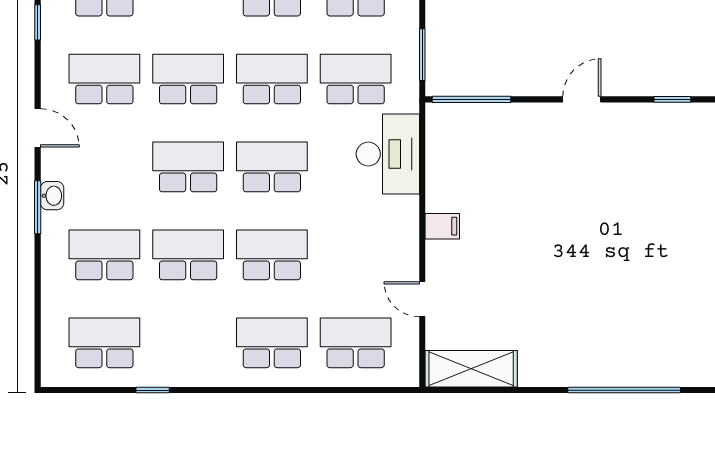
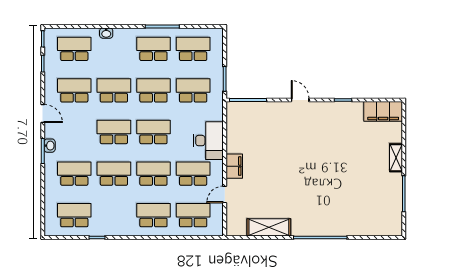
door: (582, 99) -> (300, 100), hinge flipped
desk: (388, 154) -> (208, 141), moved
filing cabinet: (442, 226) -> (234, 166), width x2.00
school desk: (356, 255) -> (193, 174), added
door: (422, 299) -> (225, 195), hinge flipped
shelving: (471, 369) -> (269, 227), moved

